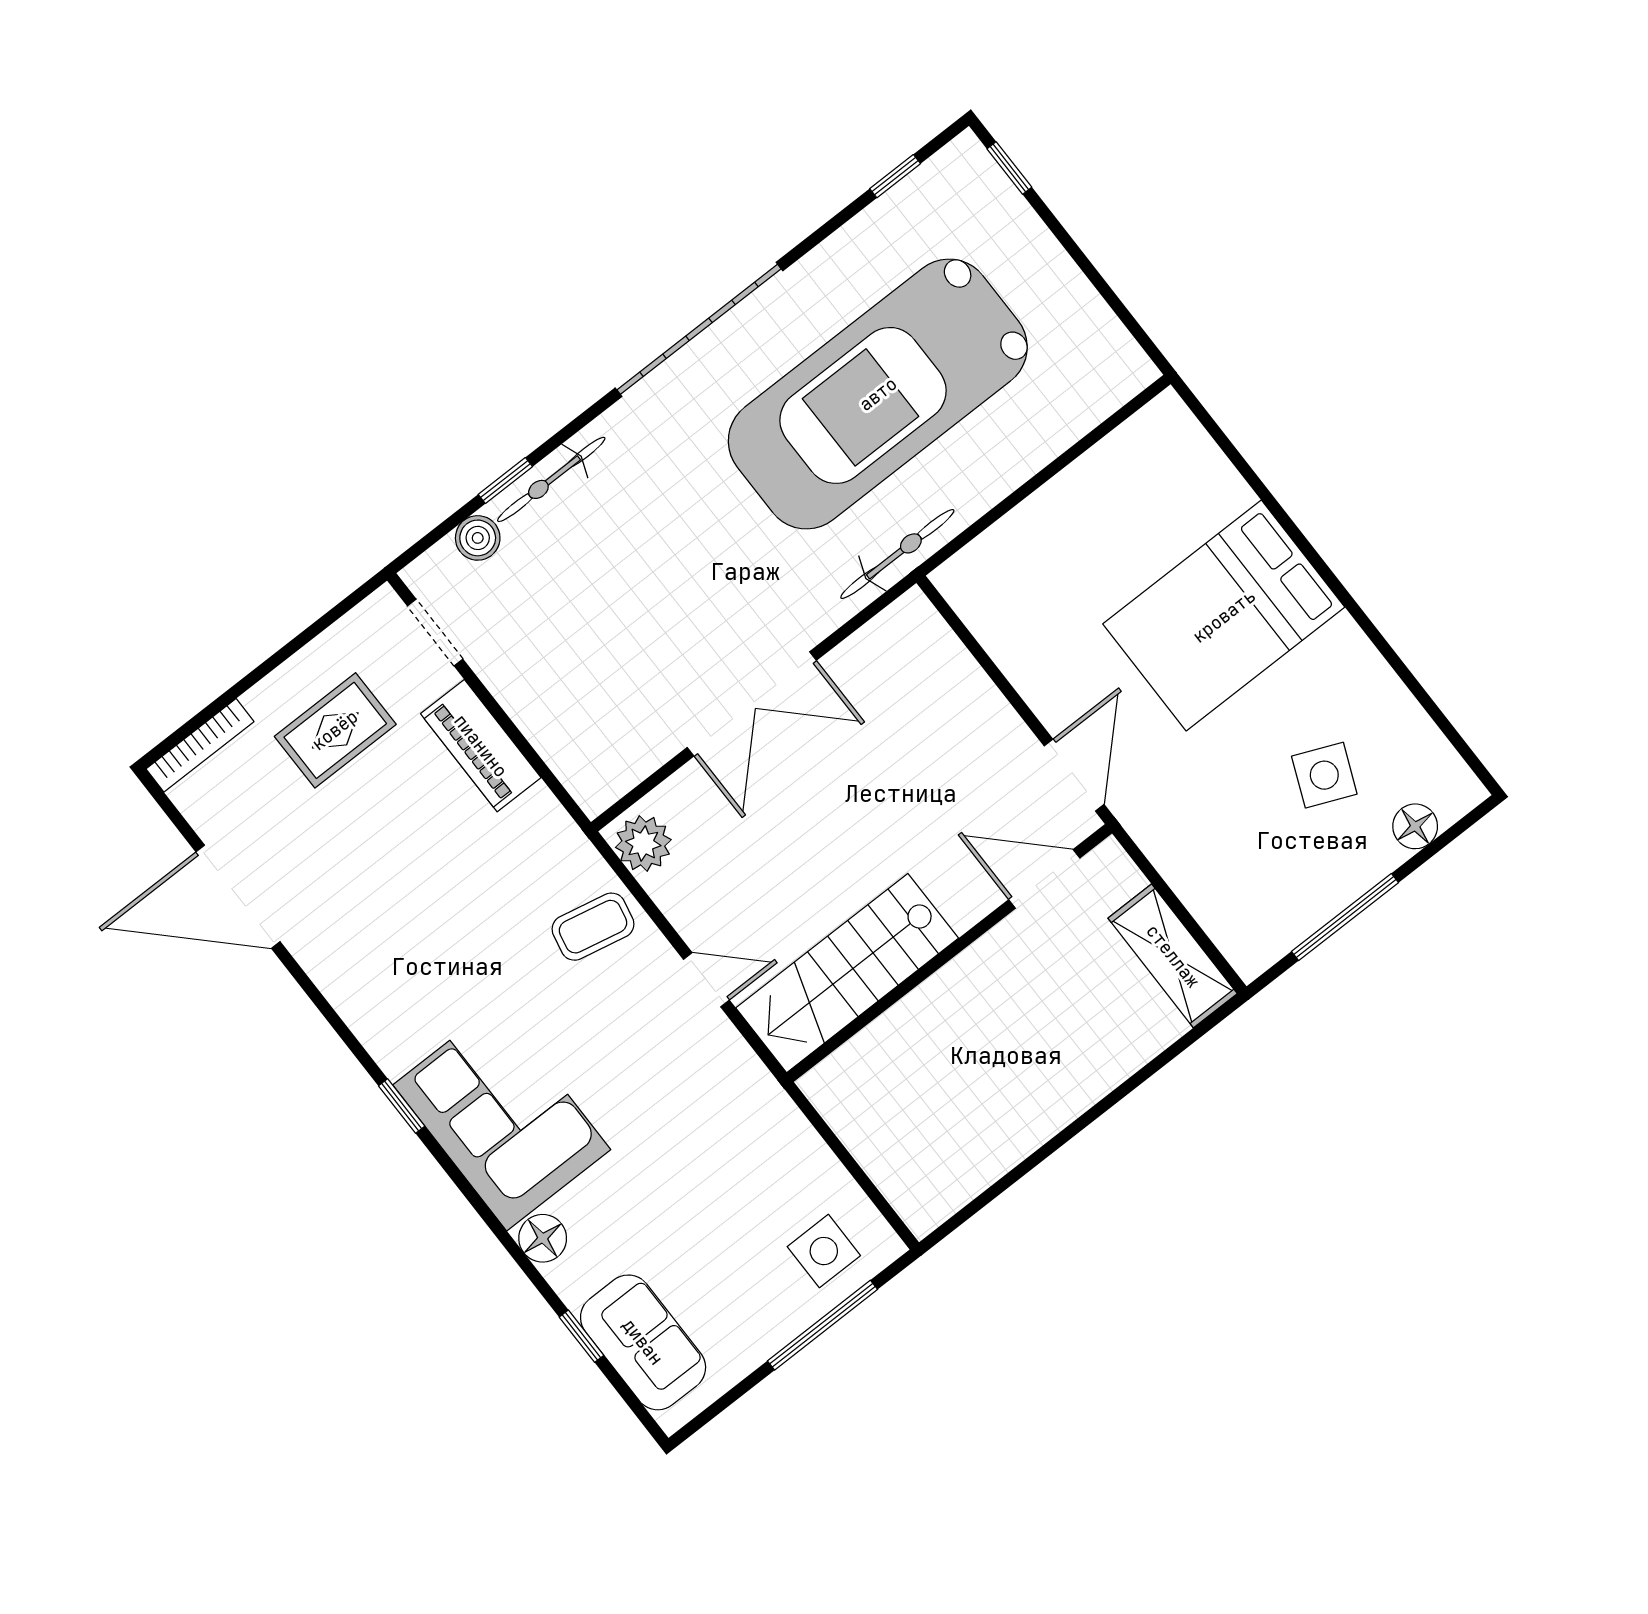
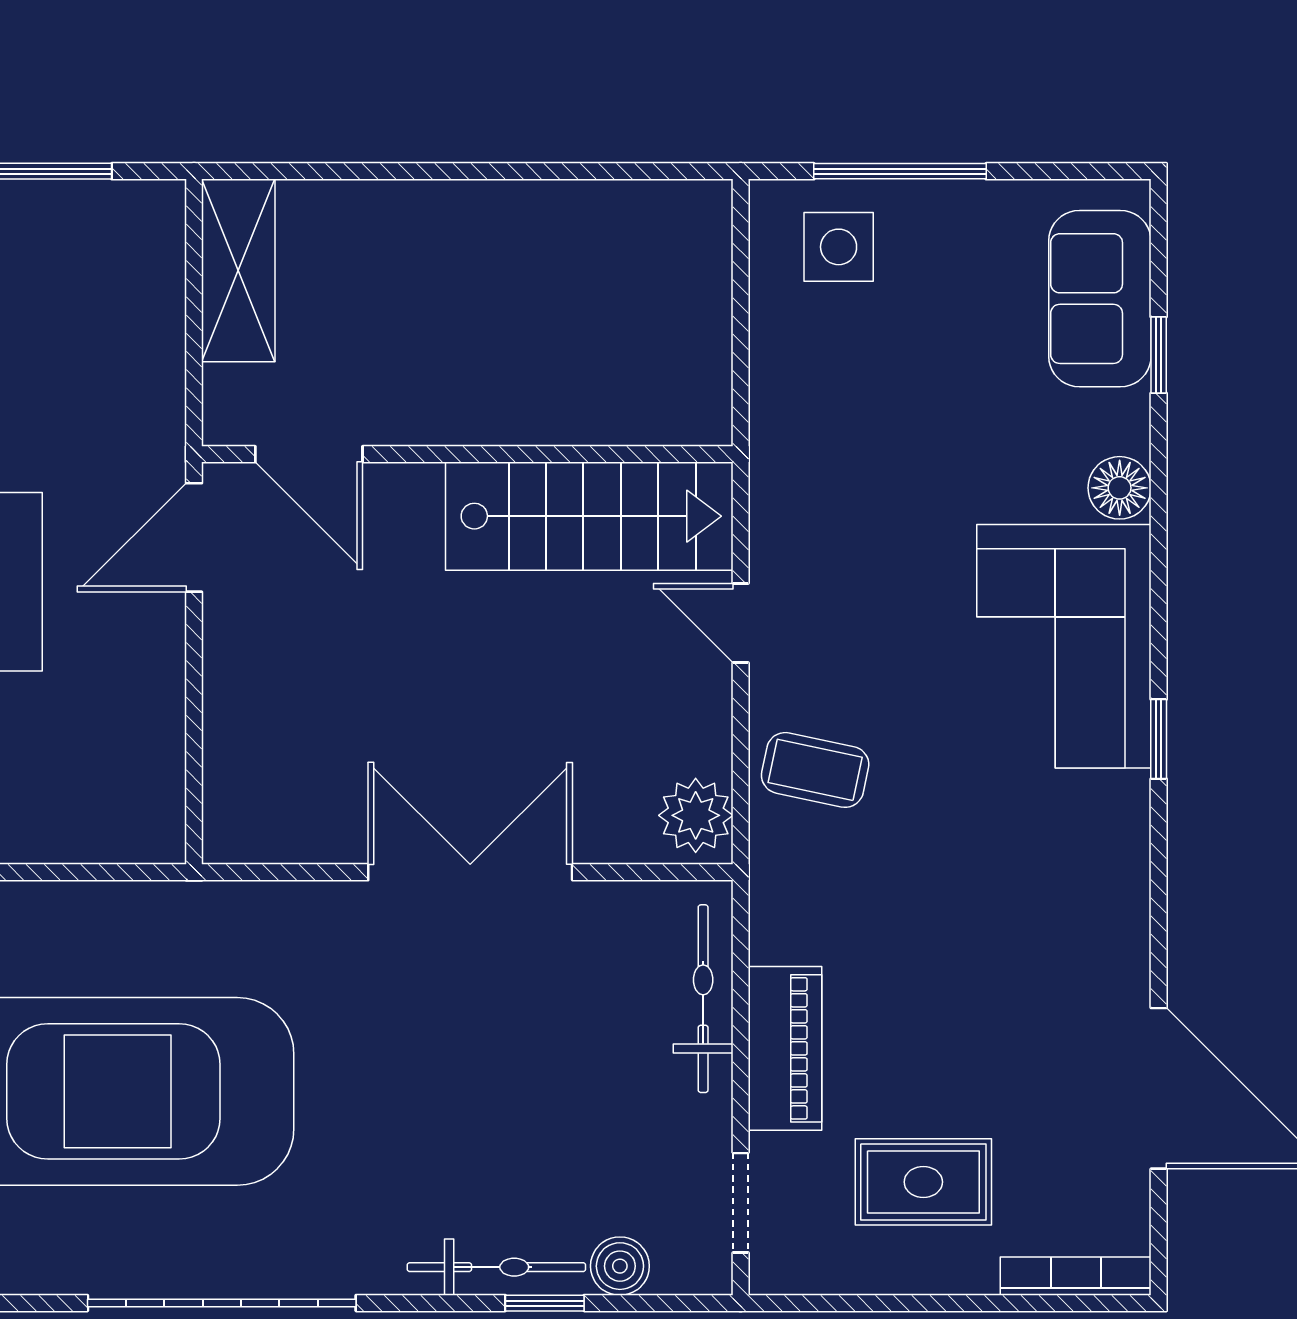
bicycle: (897, 554) -> (703, 999), moved, turned 90

